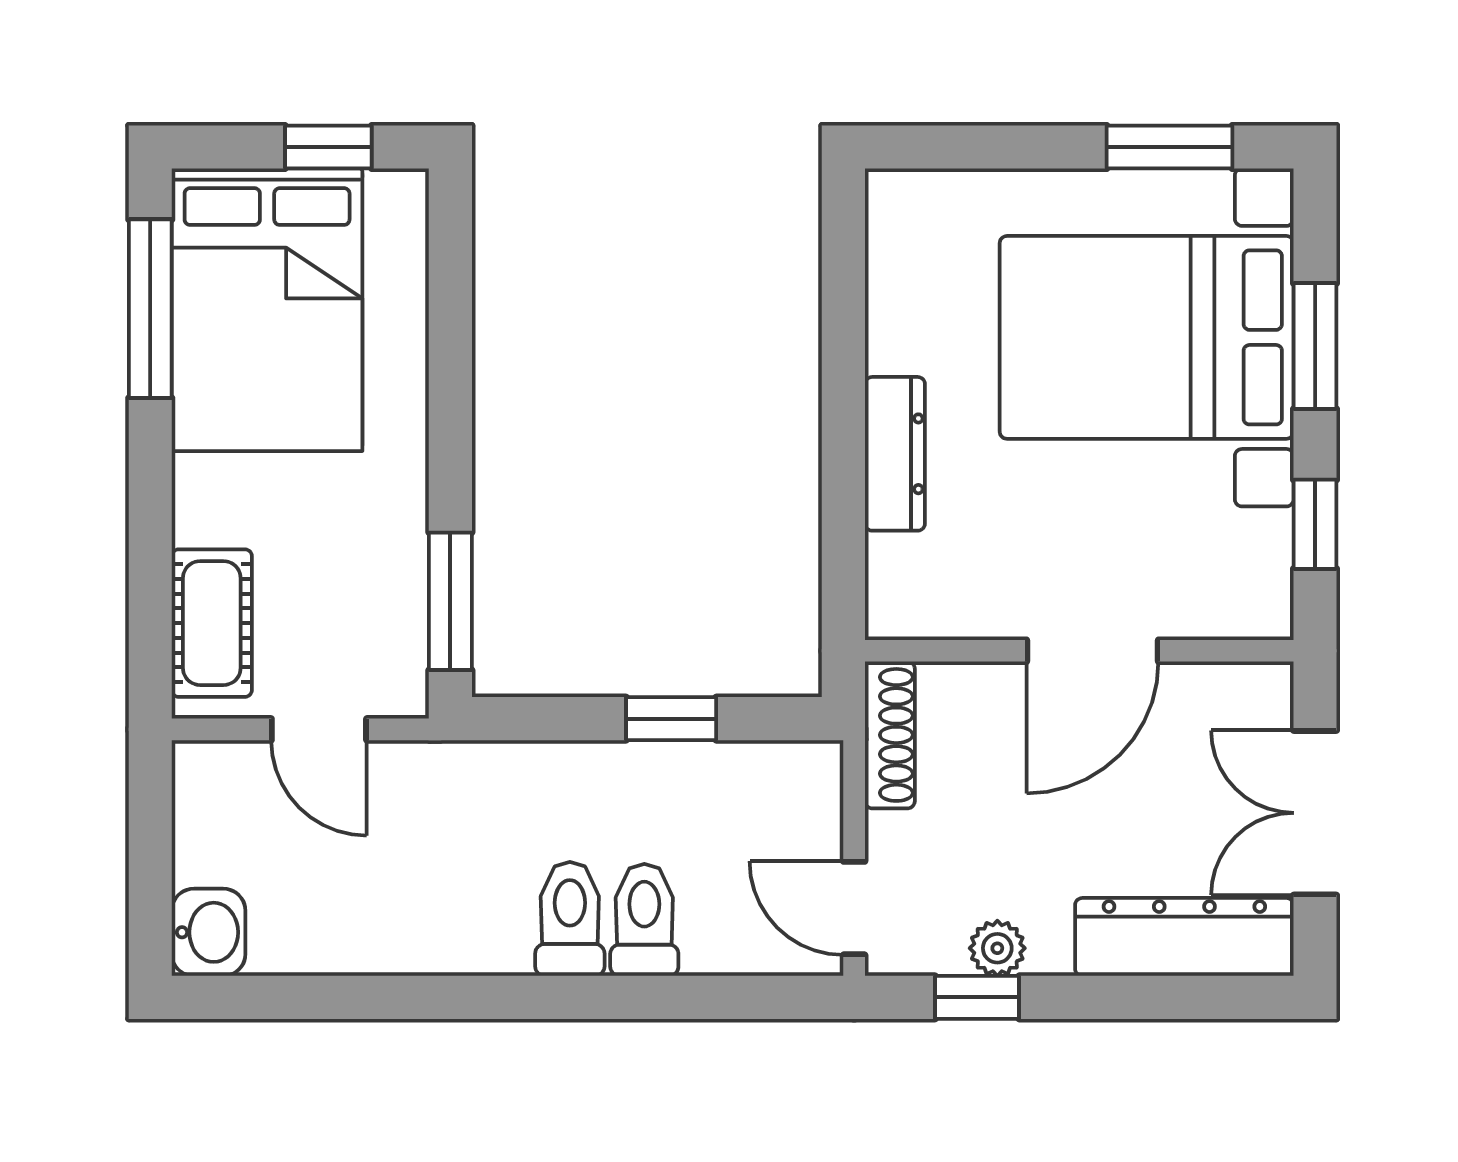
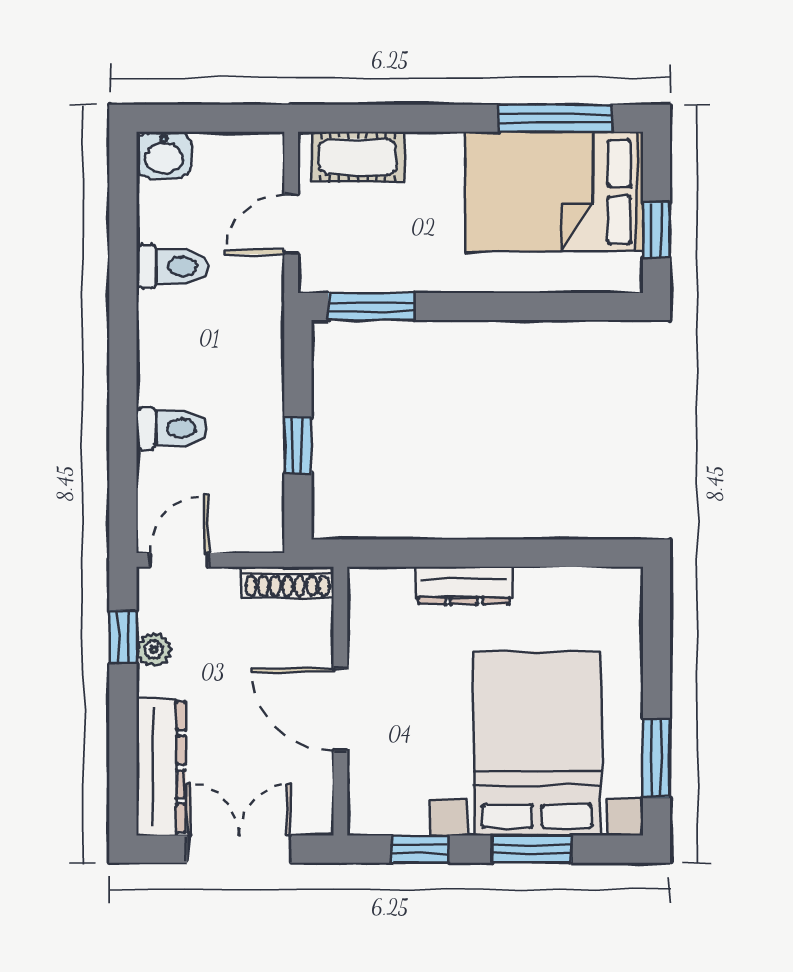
toilet: (570, 919) -> (172, 266), moved

